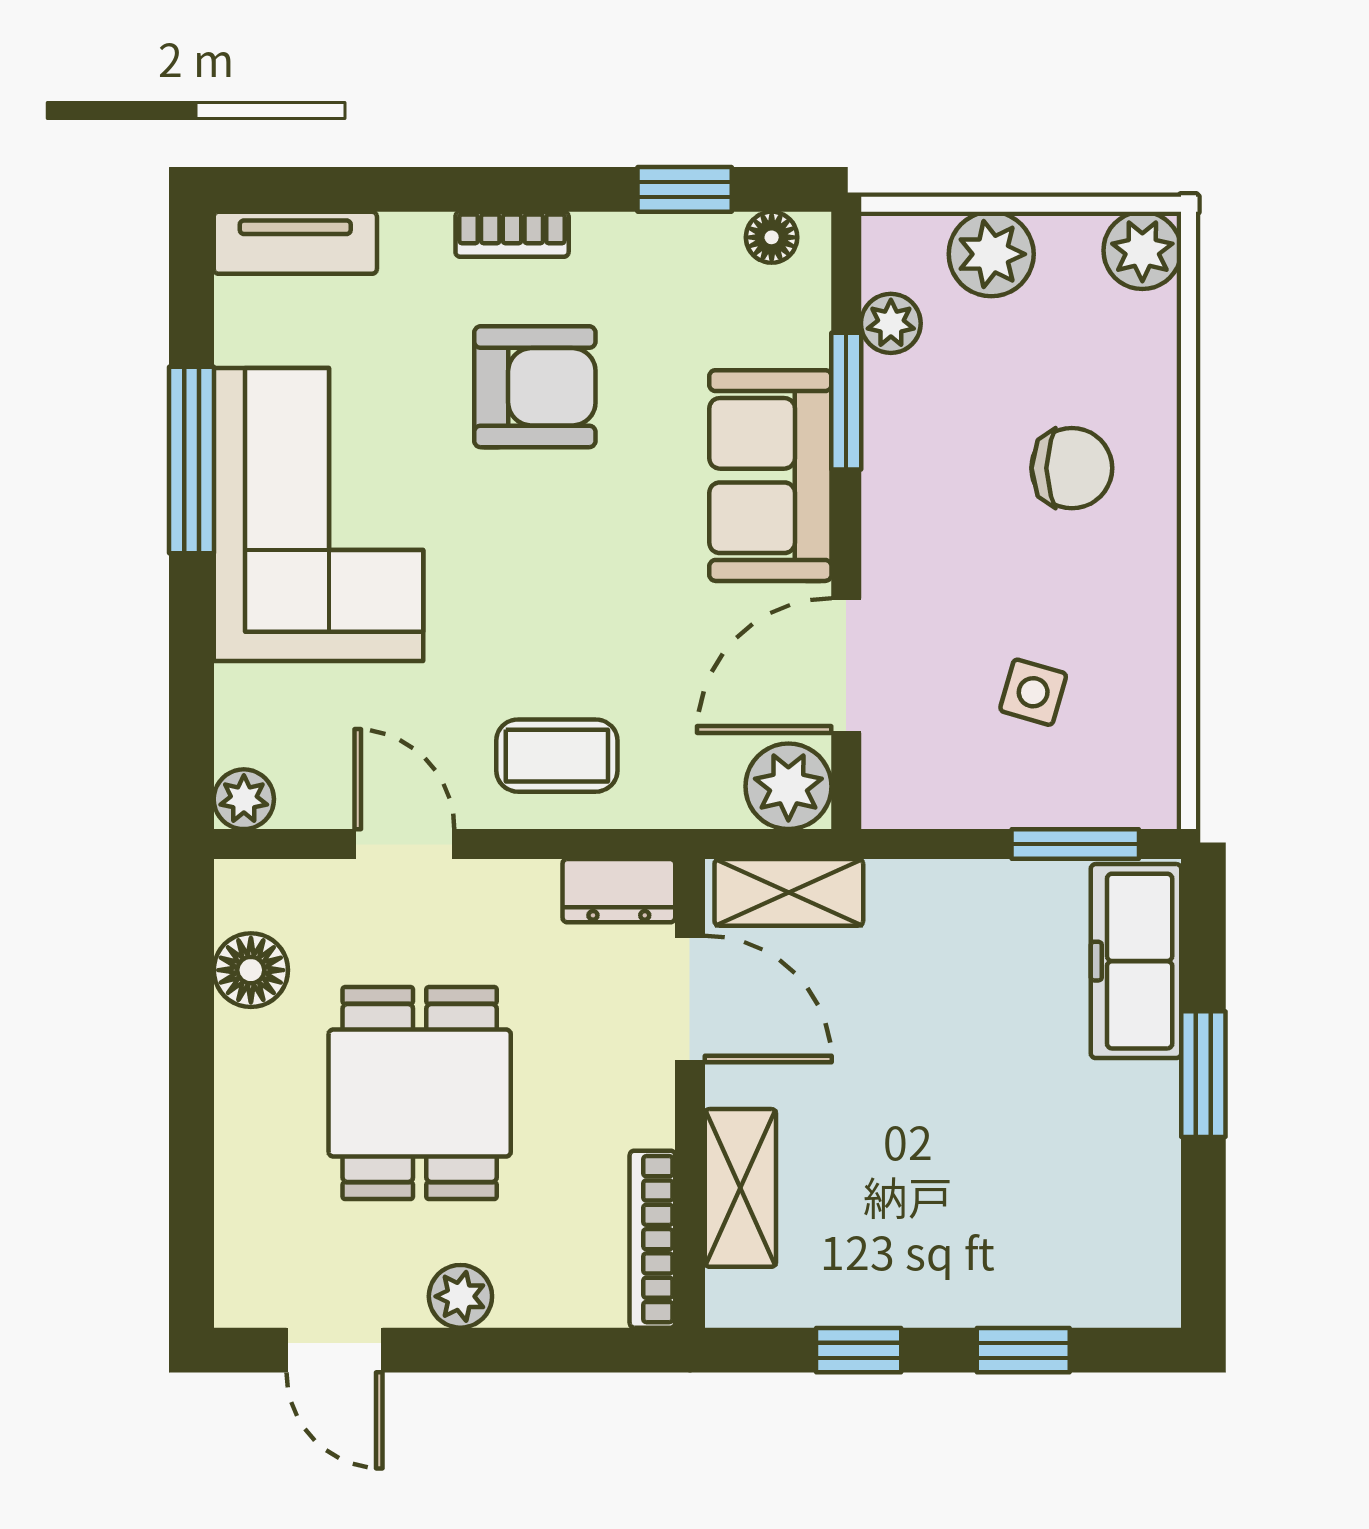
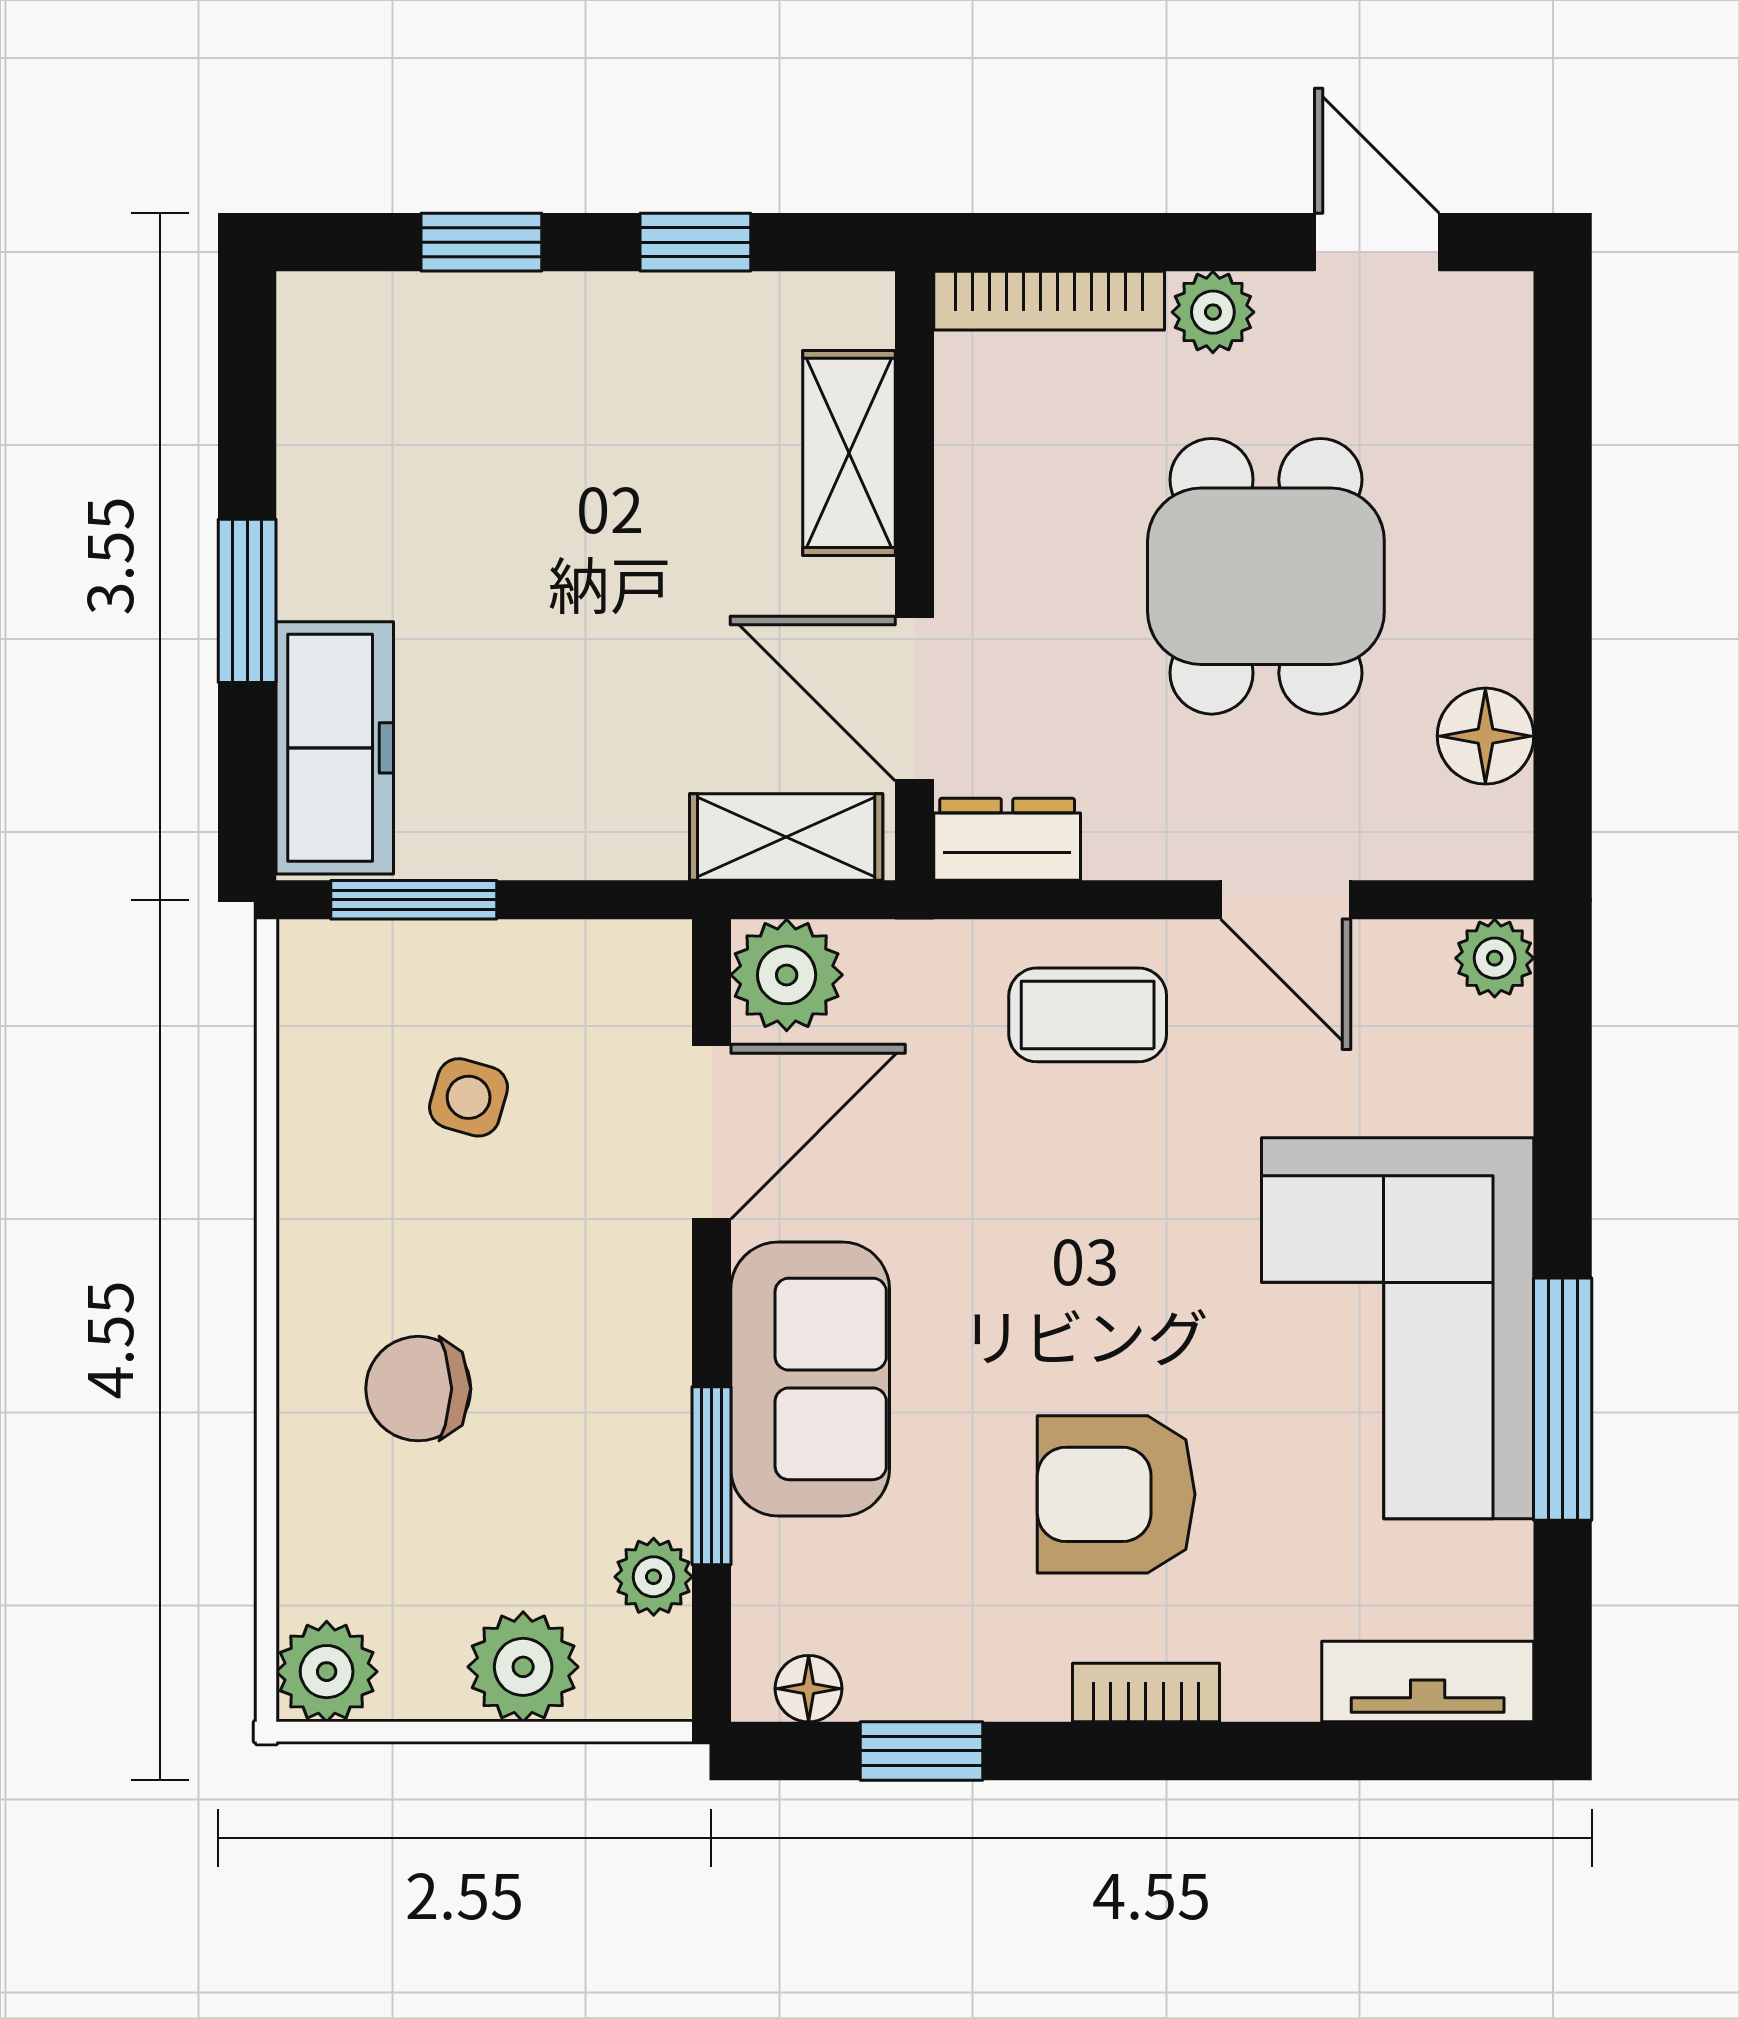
bookcase: (652, 1239) -> (1049, 301), moved, turned 90

